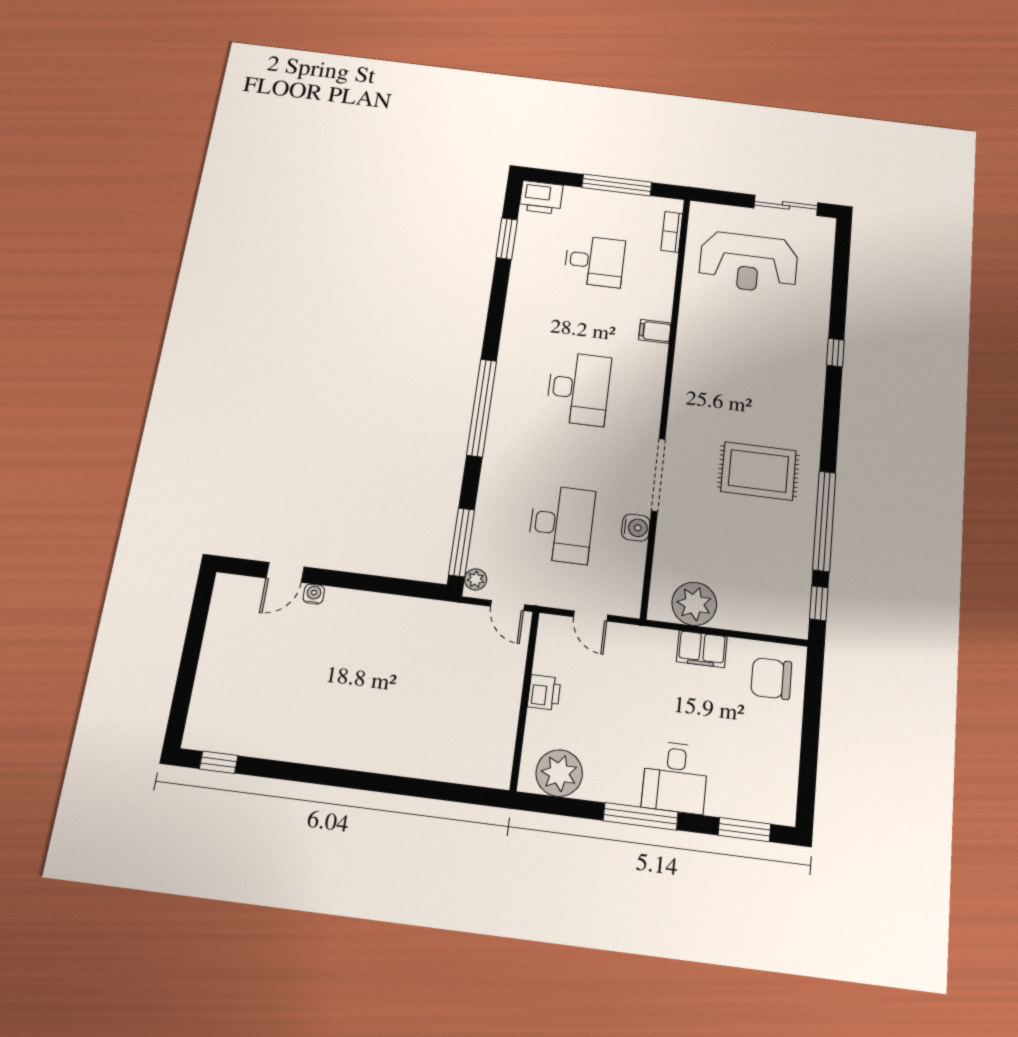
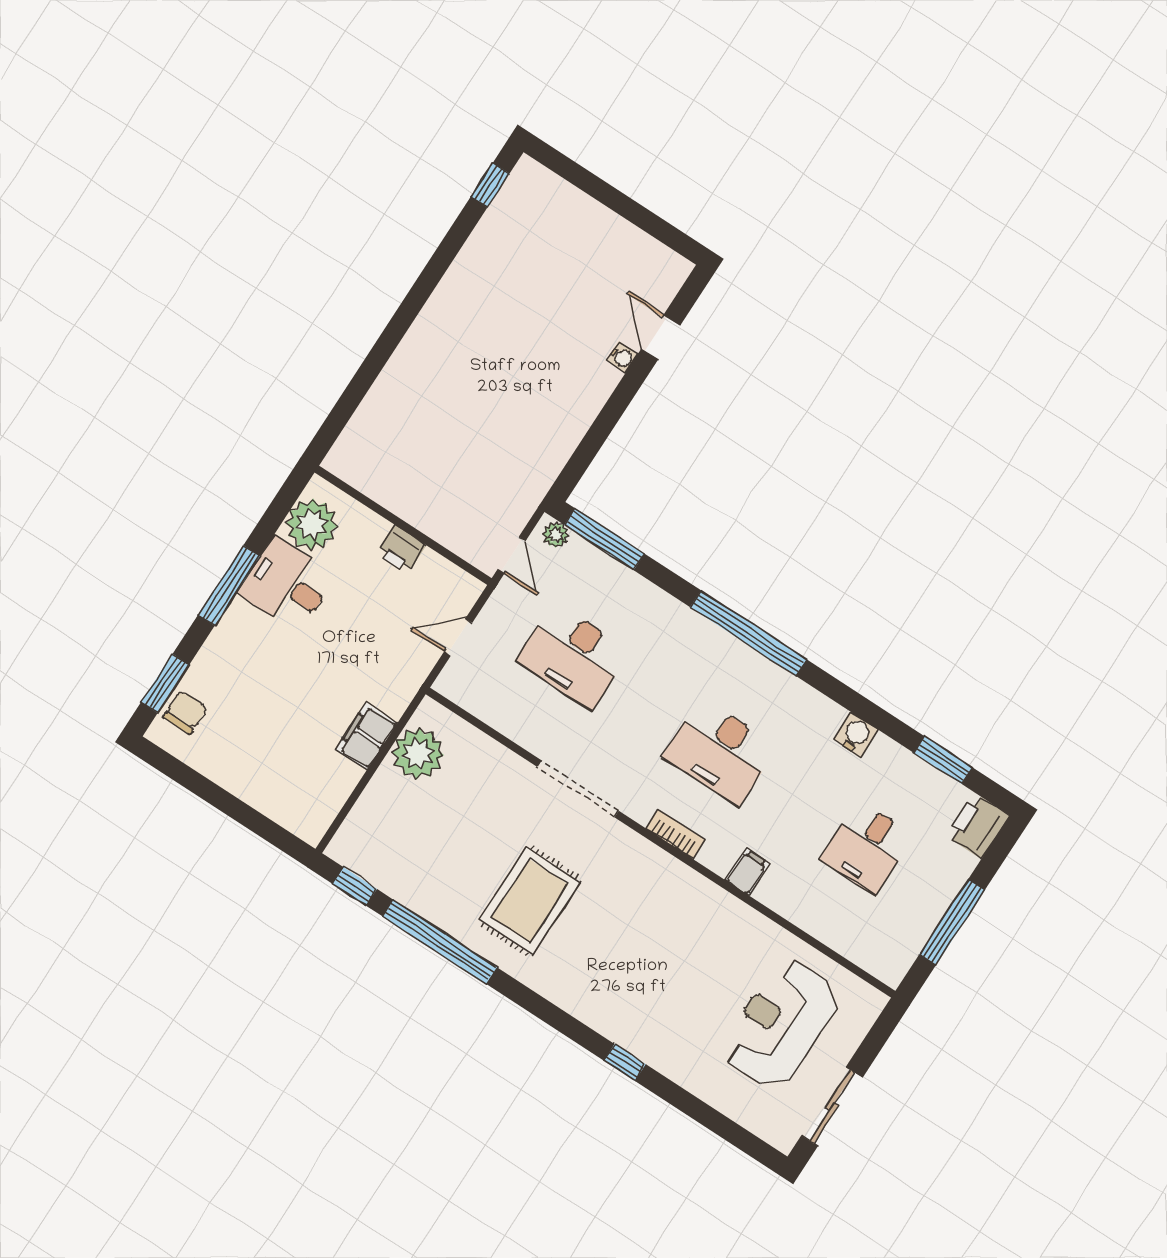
bookcase: (672, 232) -> (675, 834), moved
water cooler: (636, 528) -> (856, 734), moved, turned 180
door: (507, 605) -> (512, 555), swing flipped
chair: (771, 678) -> (185, 712), moved, width x0.73, depth x0.73
desk: (675, 777) -> (287, 584), moved

